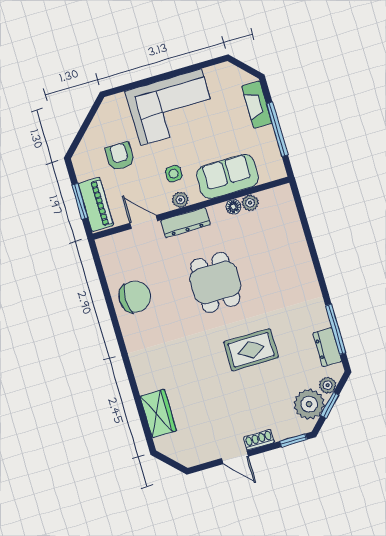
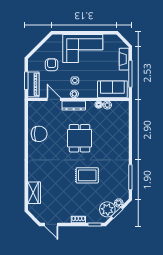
sofa: (227, 176) -> (112, 89), moved
dresser: (327, 347) -> (124, 185), removed
door: (235, 457) -> (51, 224), moved

